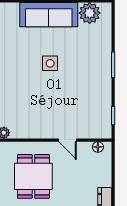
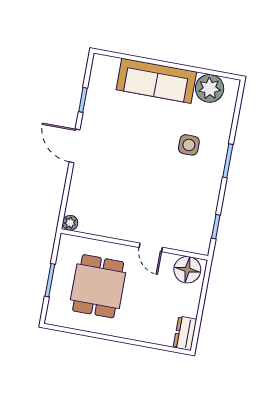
side table: (50, 63) -> (189, 145), moved
floor lamp: (98, 147) -> (187, 270), width x1.89, depth x1.89

